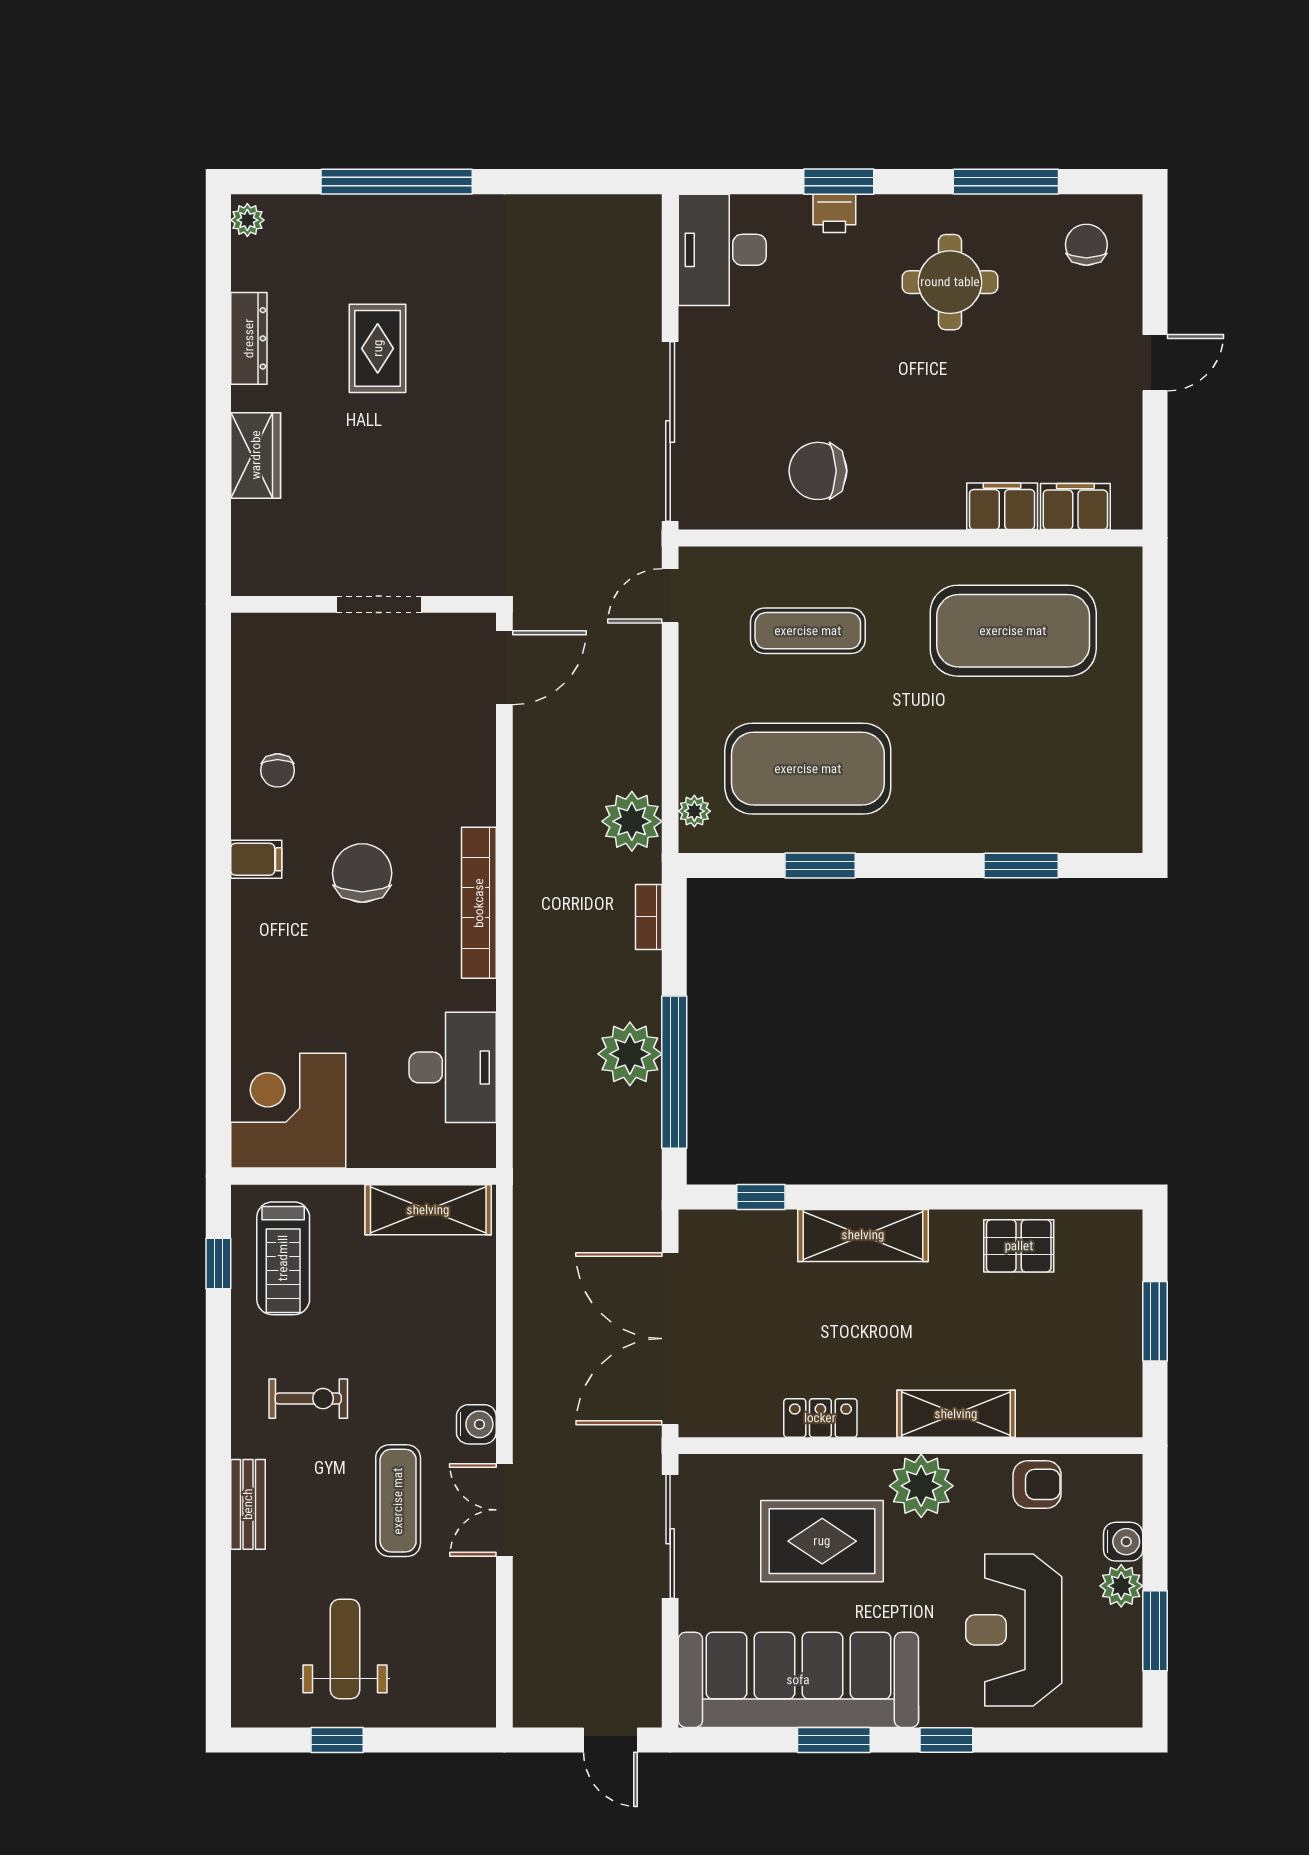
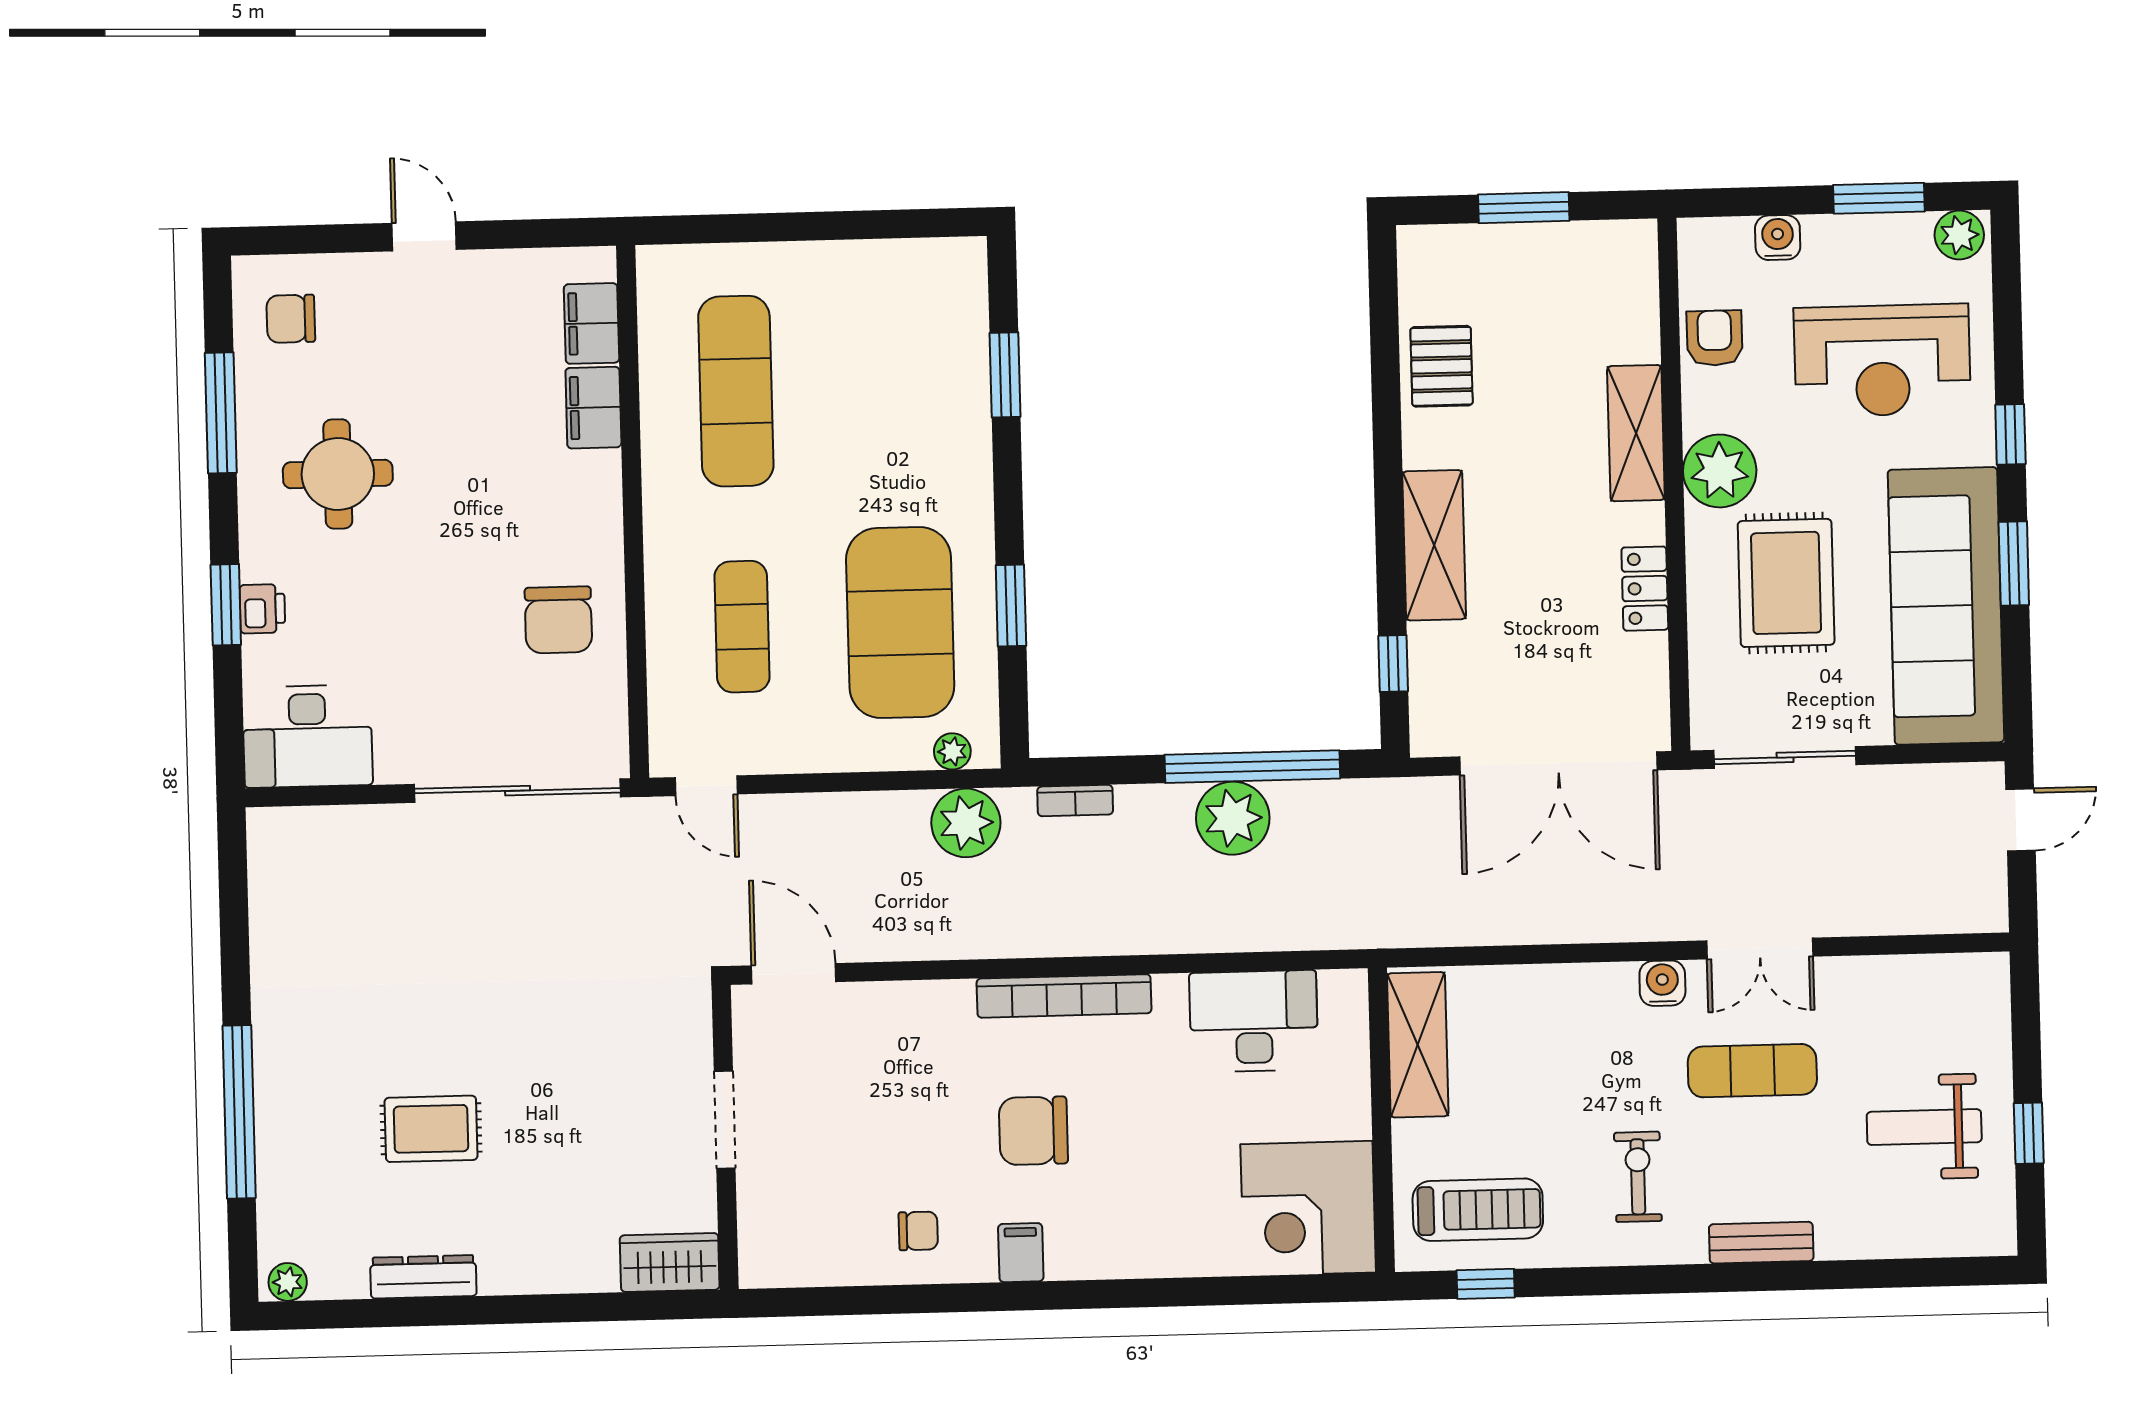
wardrobe: (256, 455) -> (670, 1263), moved
exercise mat: (1013, 631) -> (736, 391), width x0.68
plant: (1121, 1586) -> (1959, 235), moved

